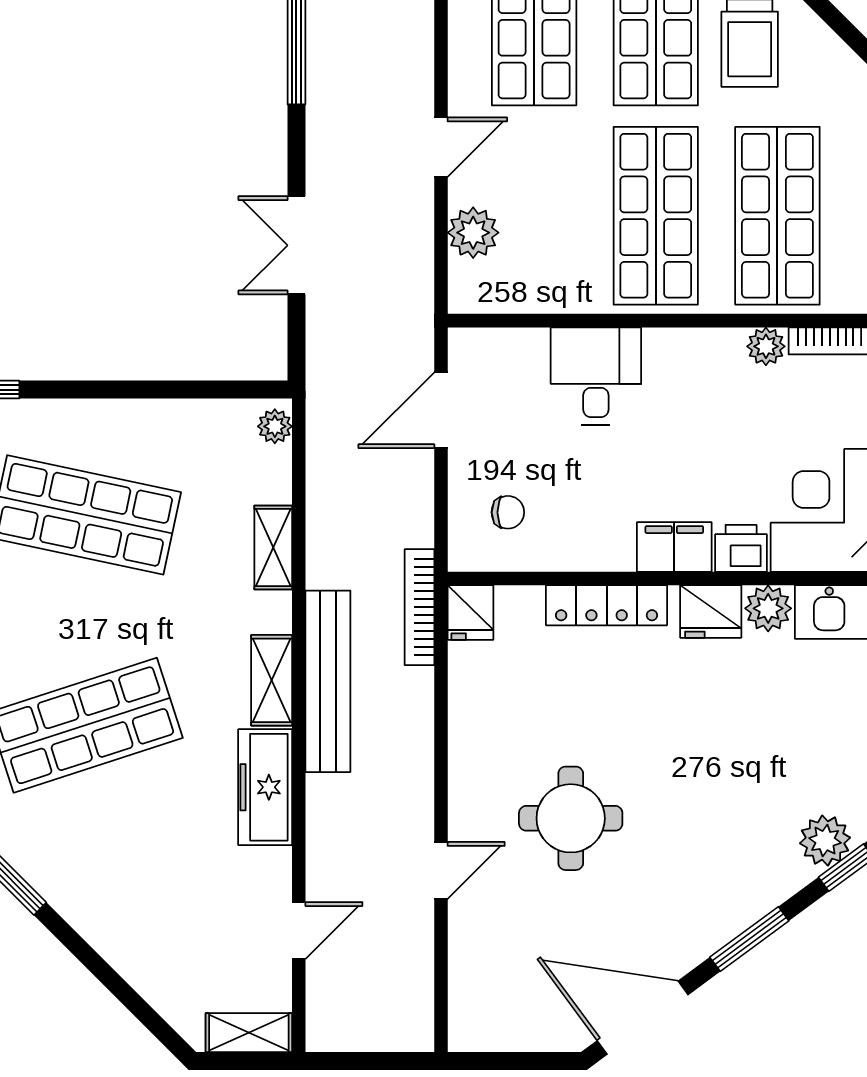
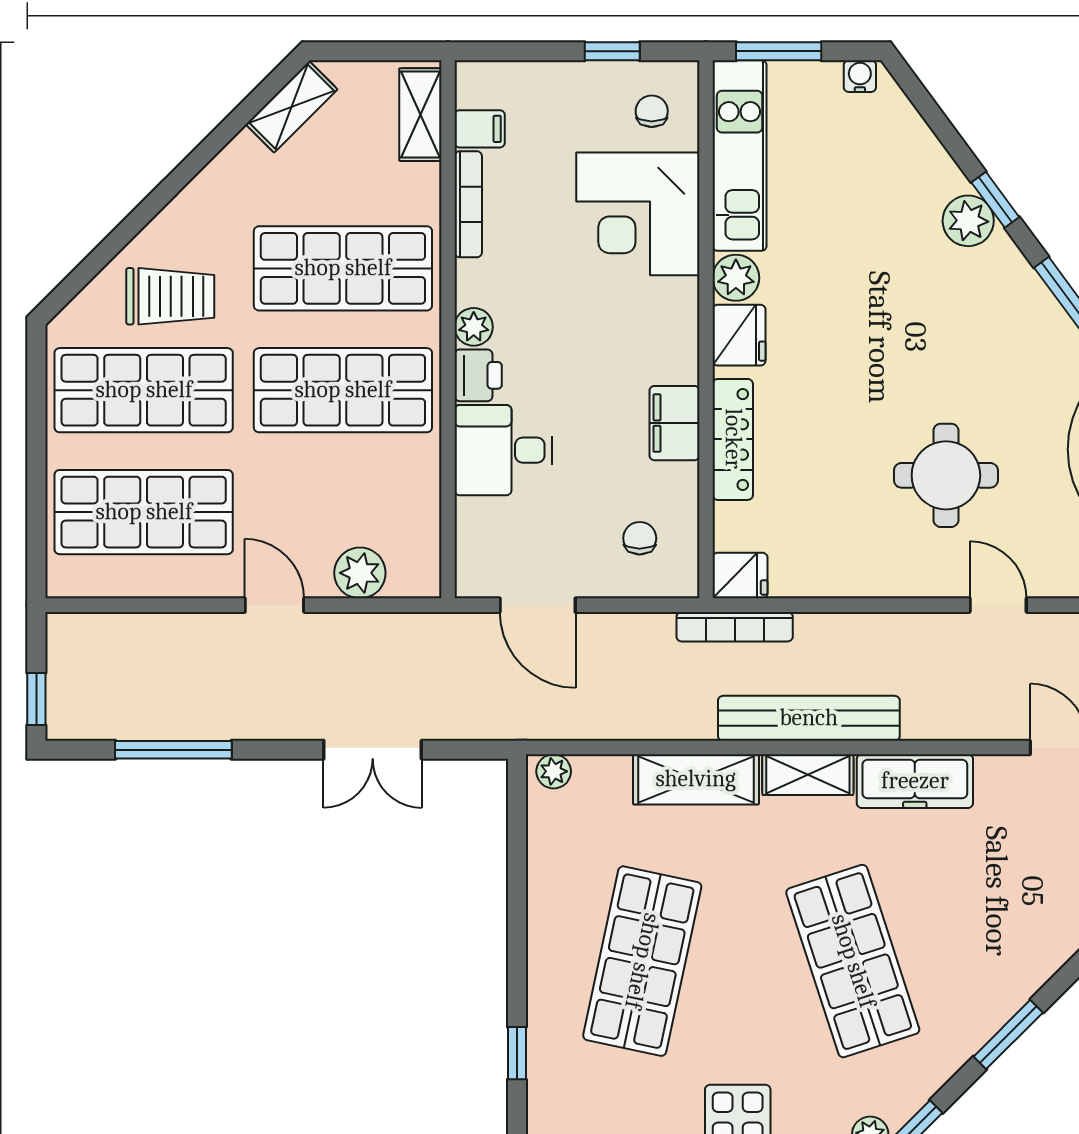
plant: (766, 346) -> (474, 327), moved
filing cabinet: (674, 547) -> (674, 423), moved
shelving: (273, 548) -> (696, 779), width x1.50, depth x1.33
printer: (741, 548) -> (478, 375), moved, turned 180

